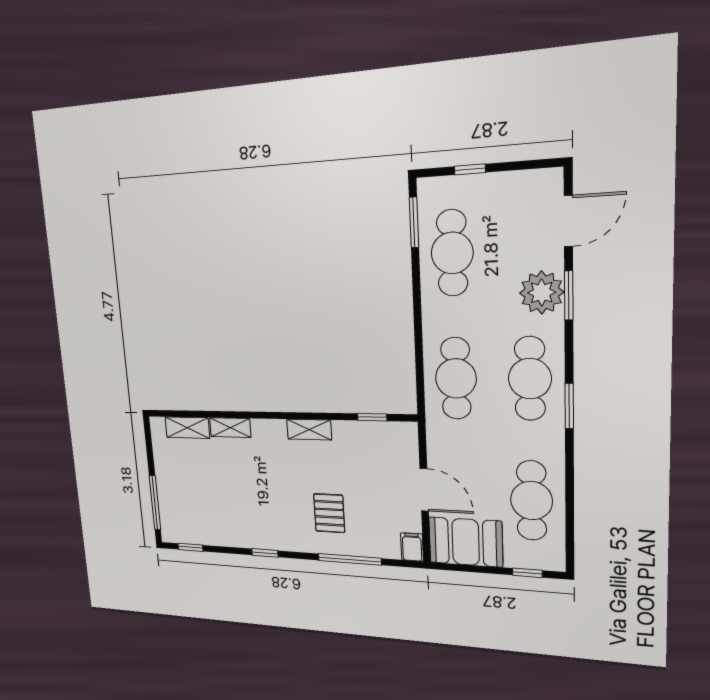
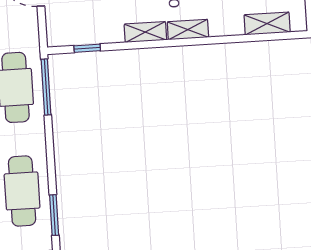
window: (420, 377) -> (46, 87), added
shelving: (230, 428) -> (188, 30), moved

